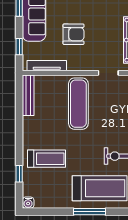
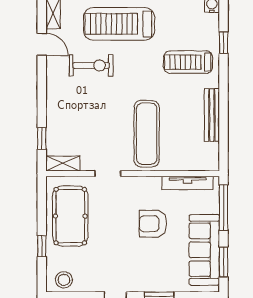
window: (19, 47) -> (224, 207), width x2.17
bench: (28, 95) -> (212, 115), moved

